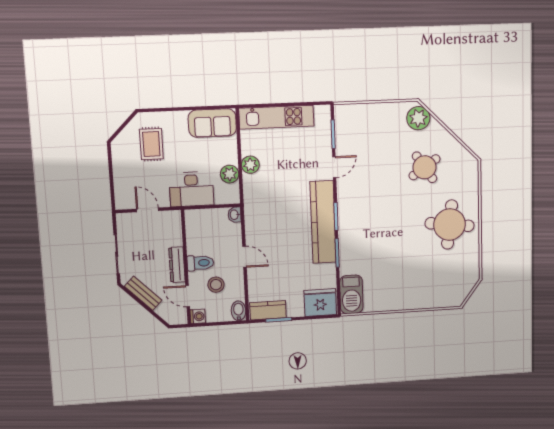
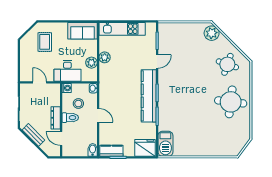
round table: (425, 167) -> (227, 64), moved, turned -37
stool: (216, 285) -> (78, 104), moved
washing machine: (198, 316) -> (67, 88), moved

